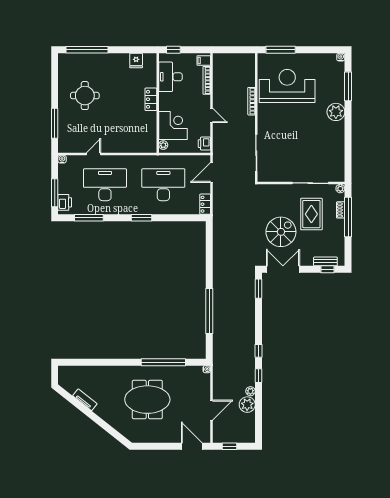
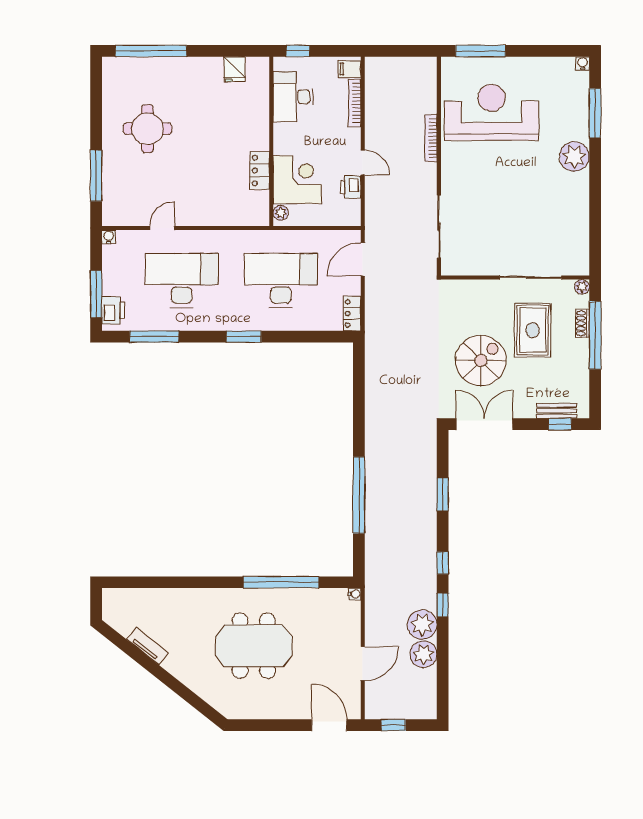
locker: (151, 99) -> (260, 170), moved
printer: (204, 144) -> (351, 187), moved
window: (258, 289) -> (443, 494), moved
plant: (250, 391) -> (422, 625), width x1.88, depth x1.88

